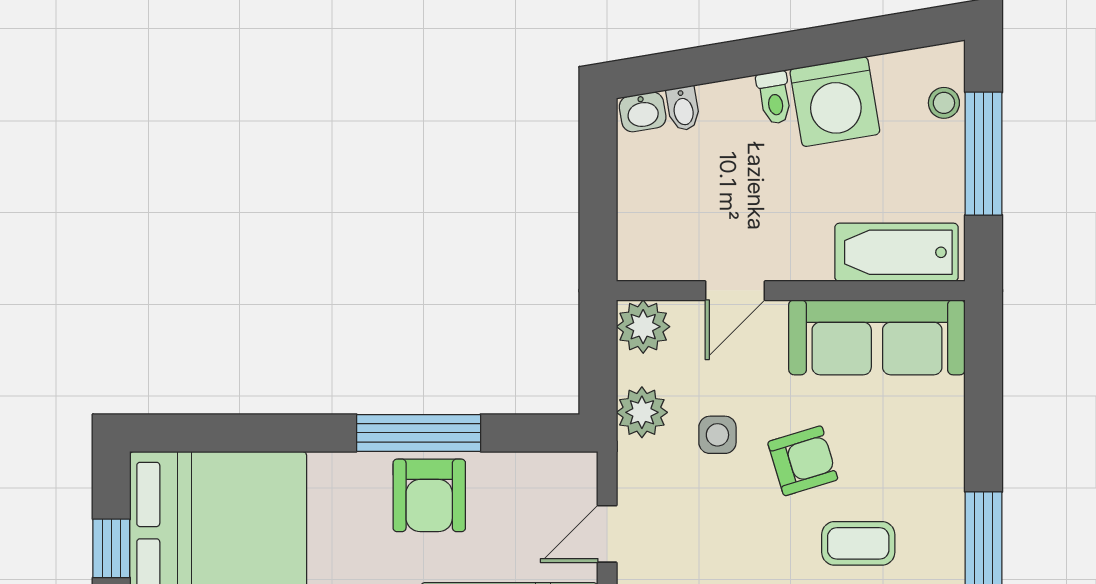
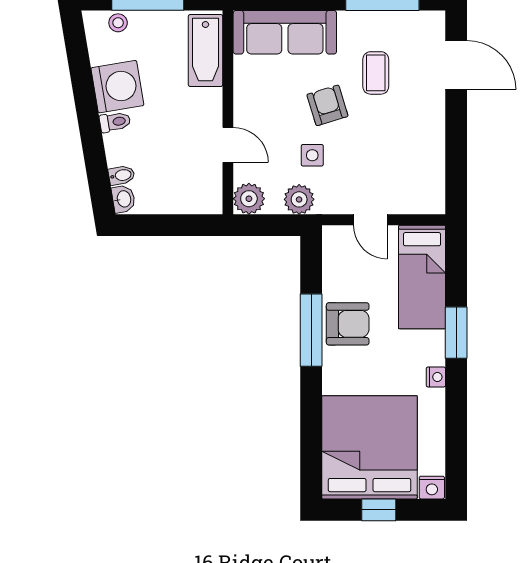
sofa: (877, 337) -> (285, 32), moved, turned 90

